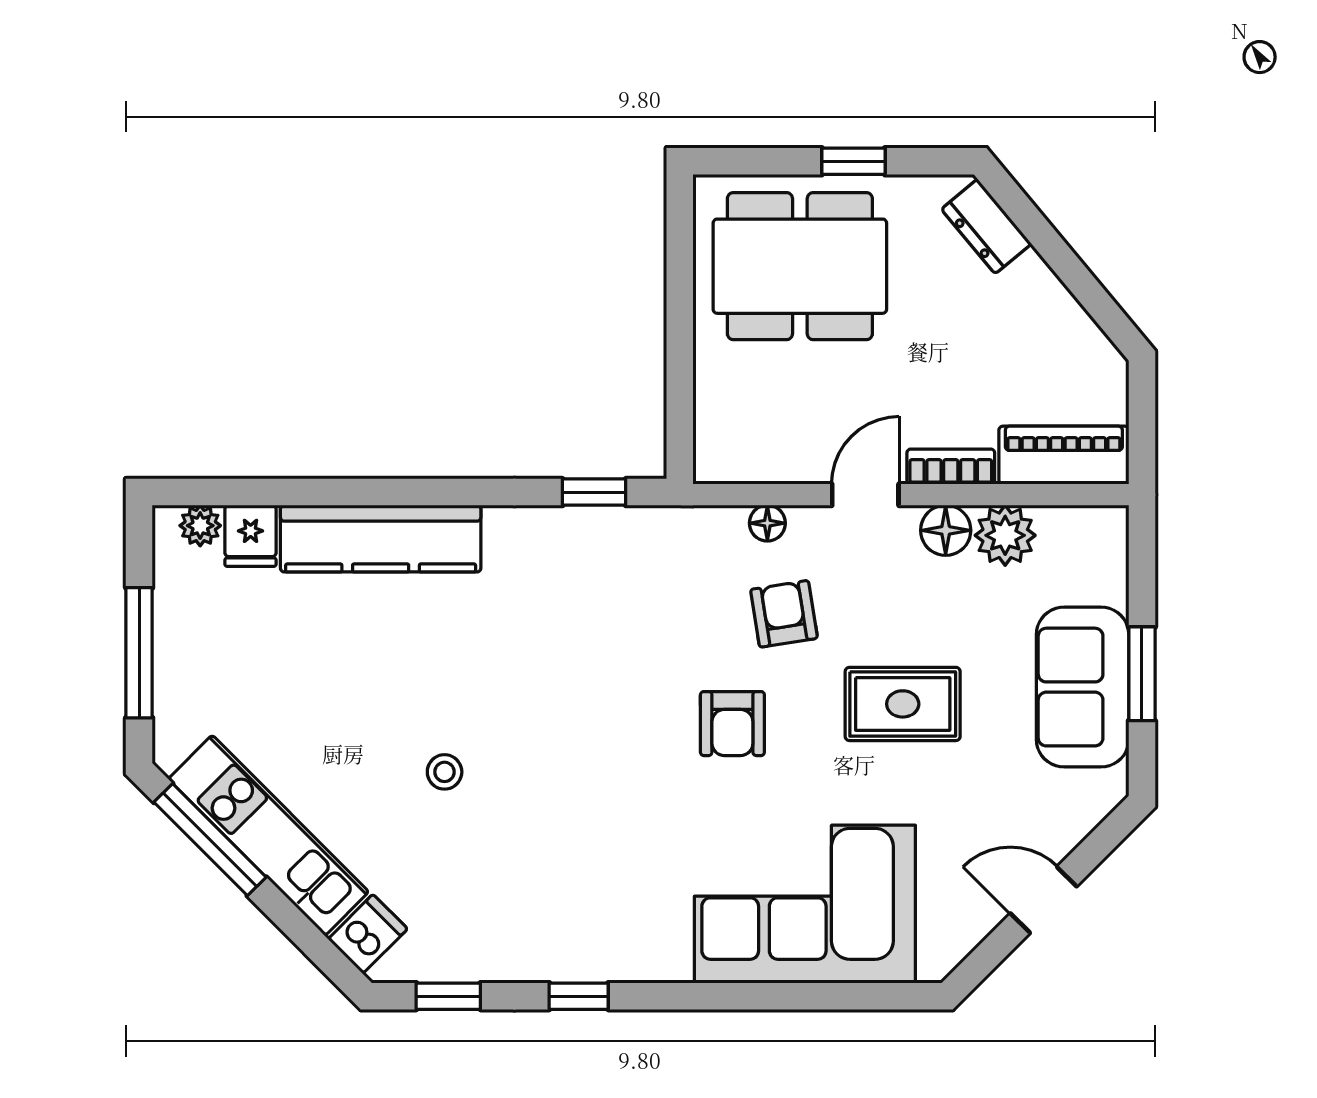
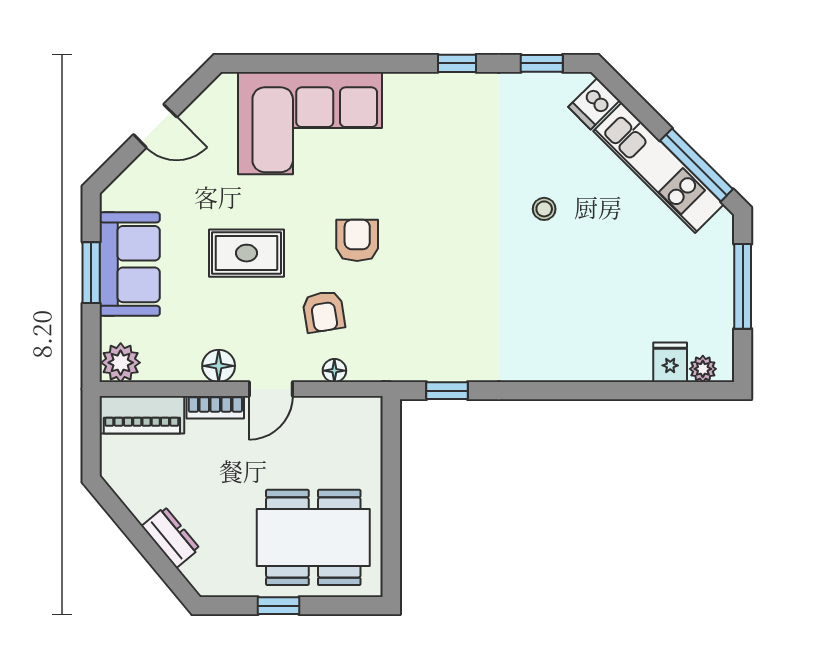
dresser: (986, 226) -> (171, 537), moved
plant: (1005, 535) -> (121, 363), moved
kitchen counter: (381, 539) -> (586, 360), removed

